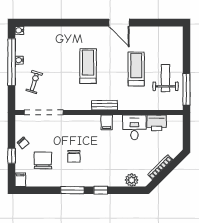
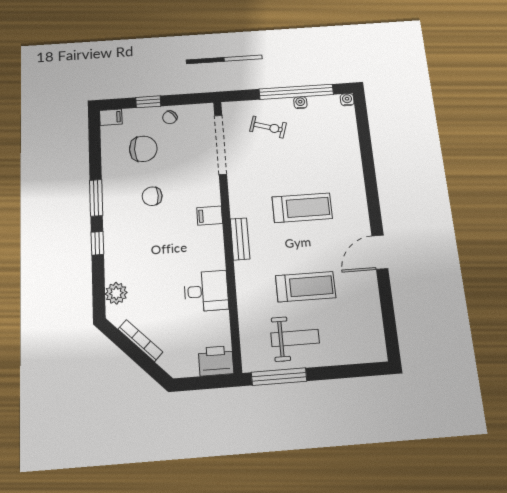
filing cabinet: (107, 122) -> (210, 216), moved
printer: (157, 123) -> (216, 361), moved, turned 90

